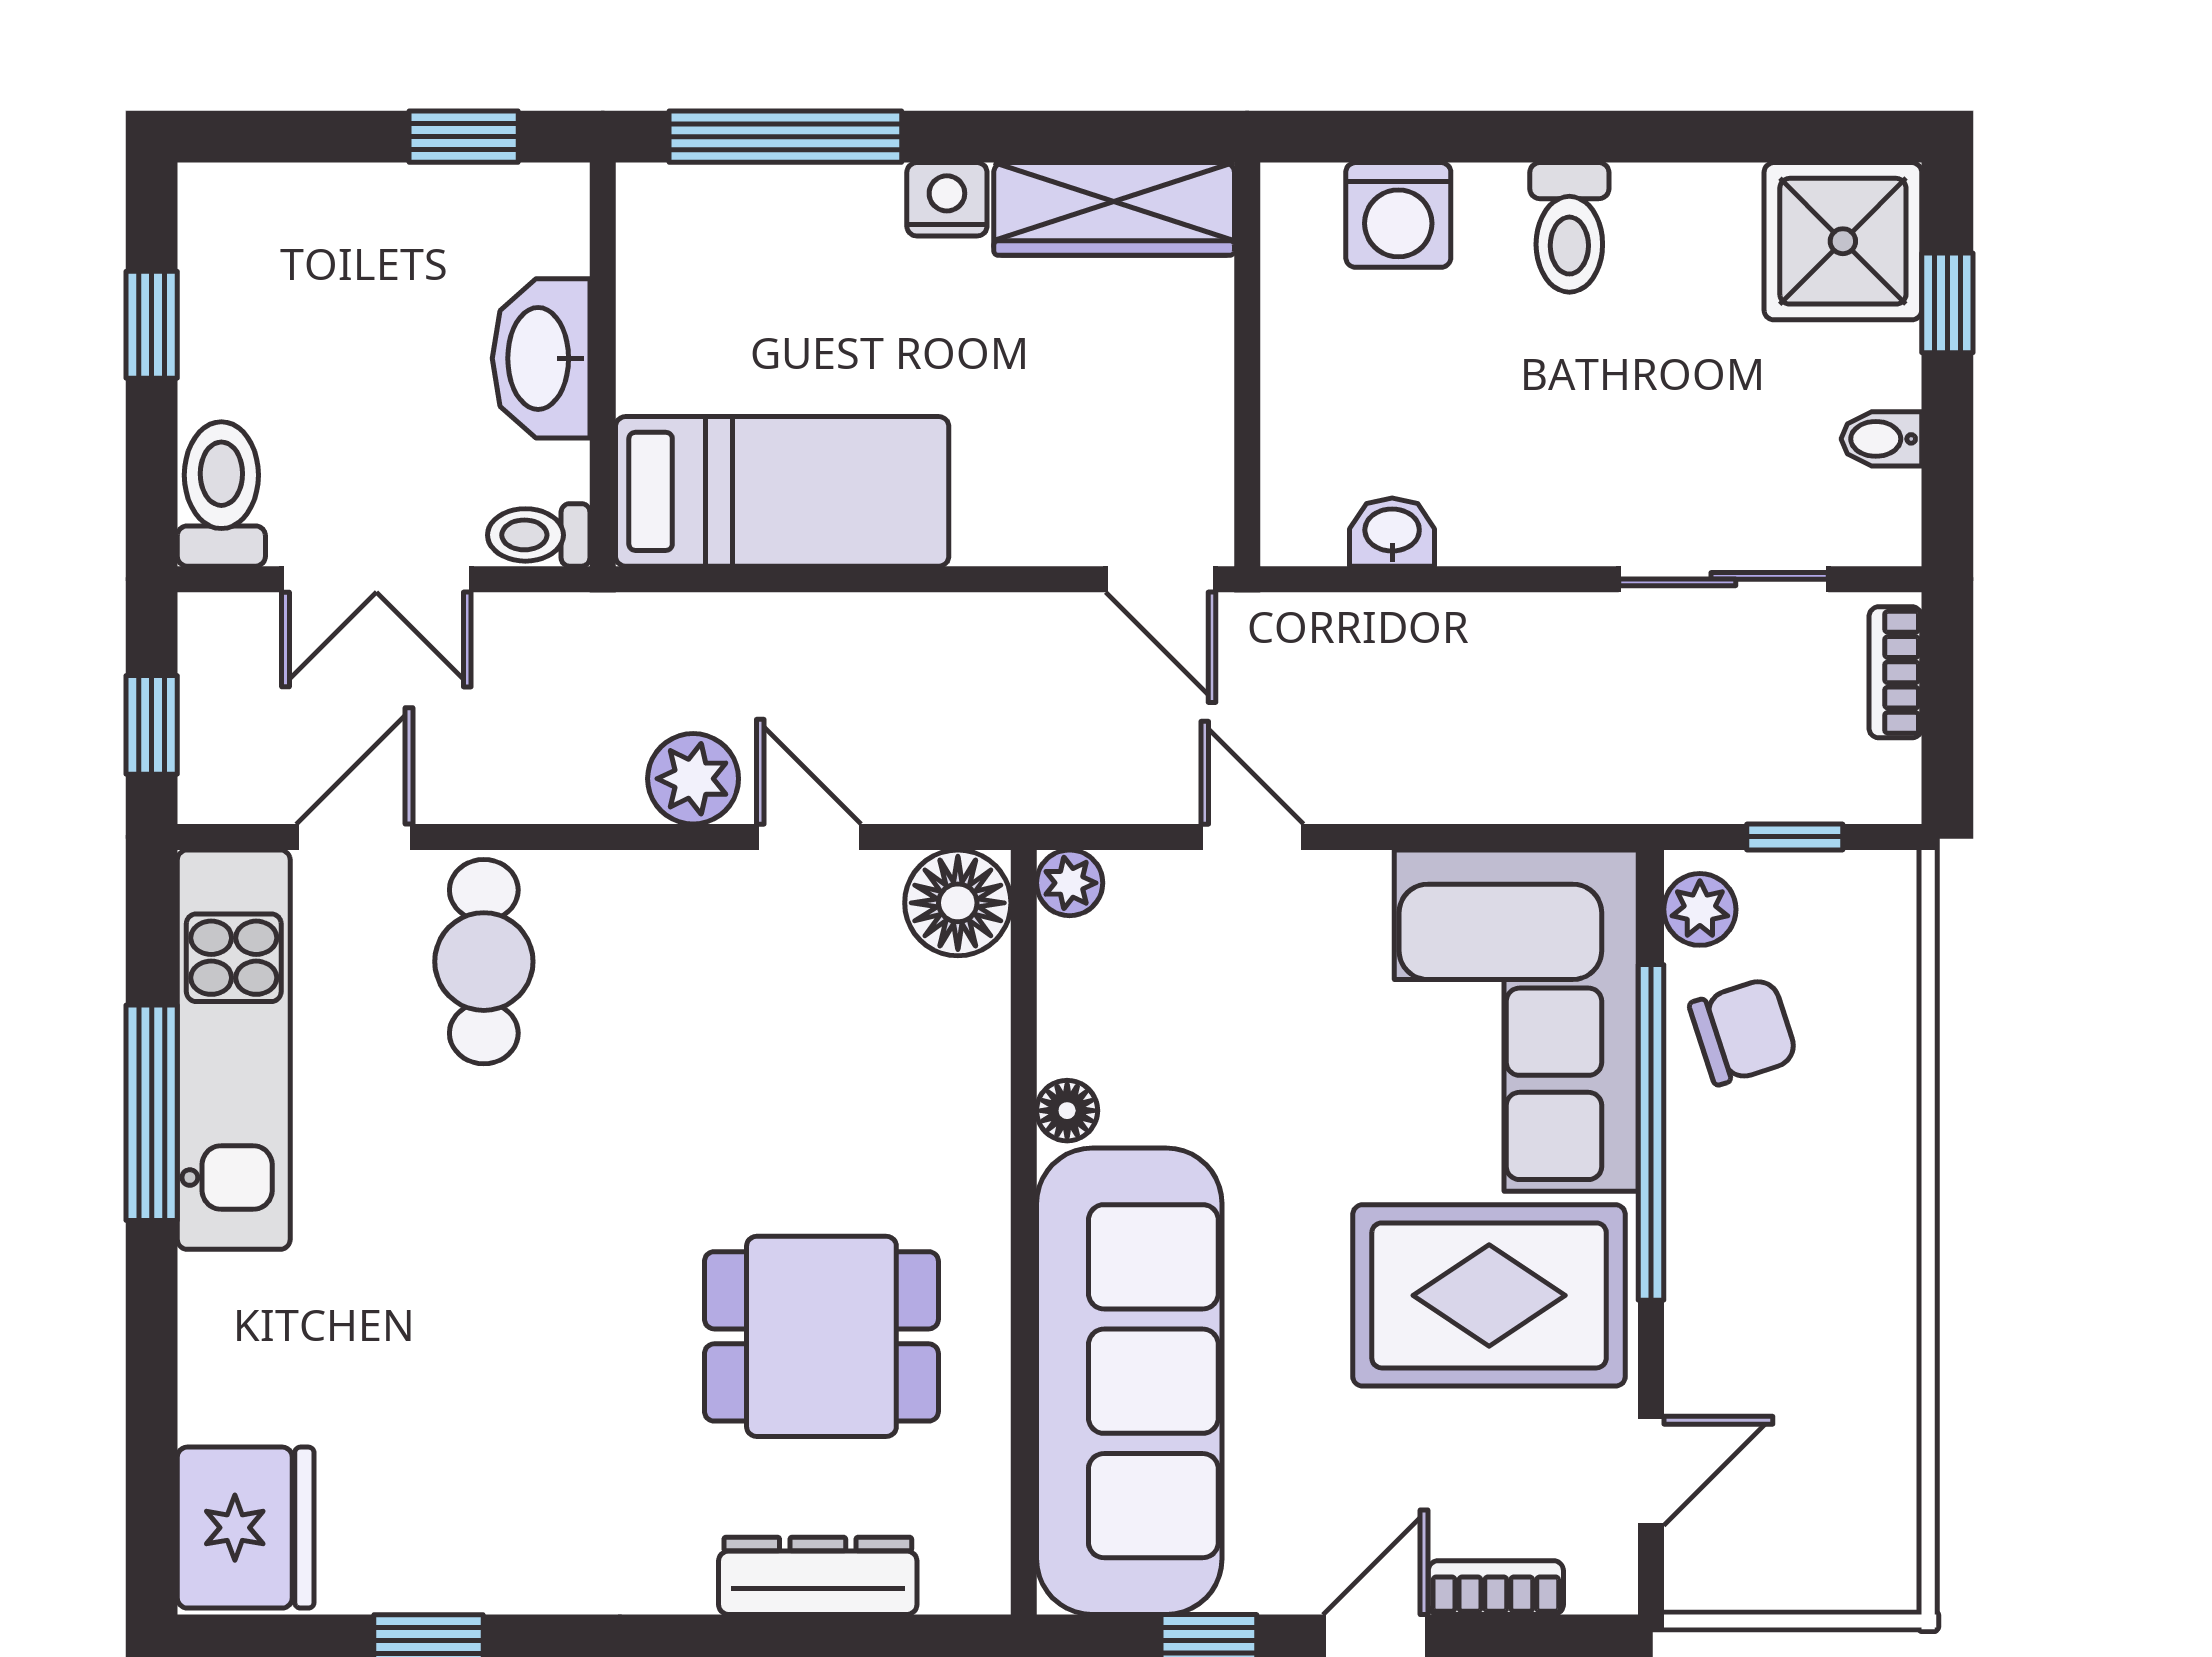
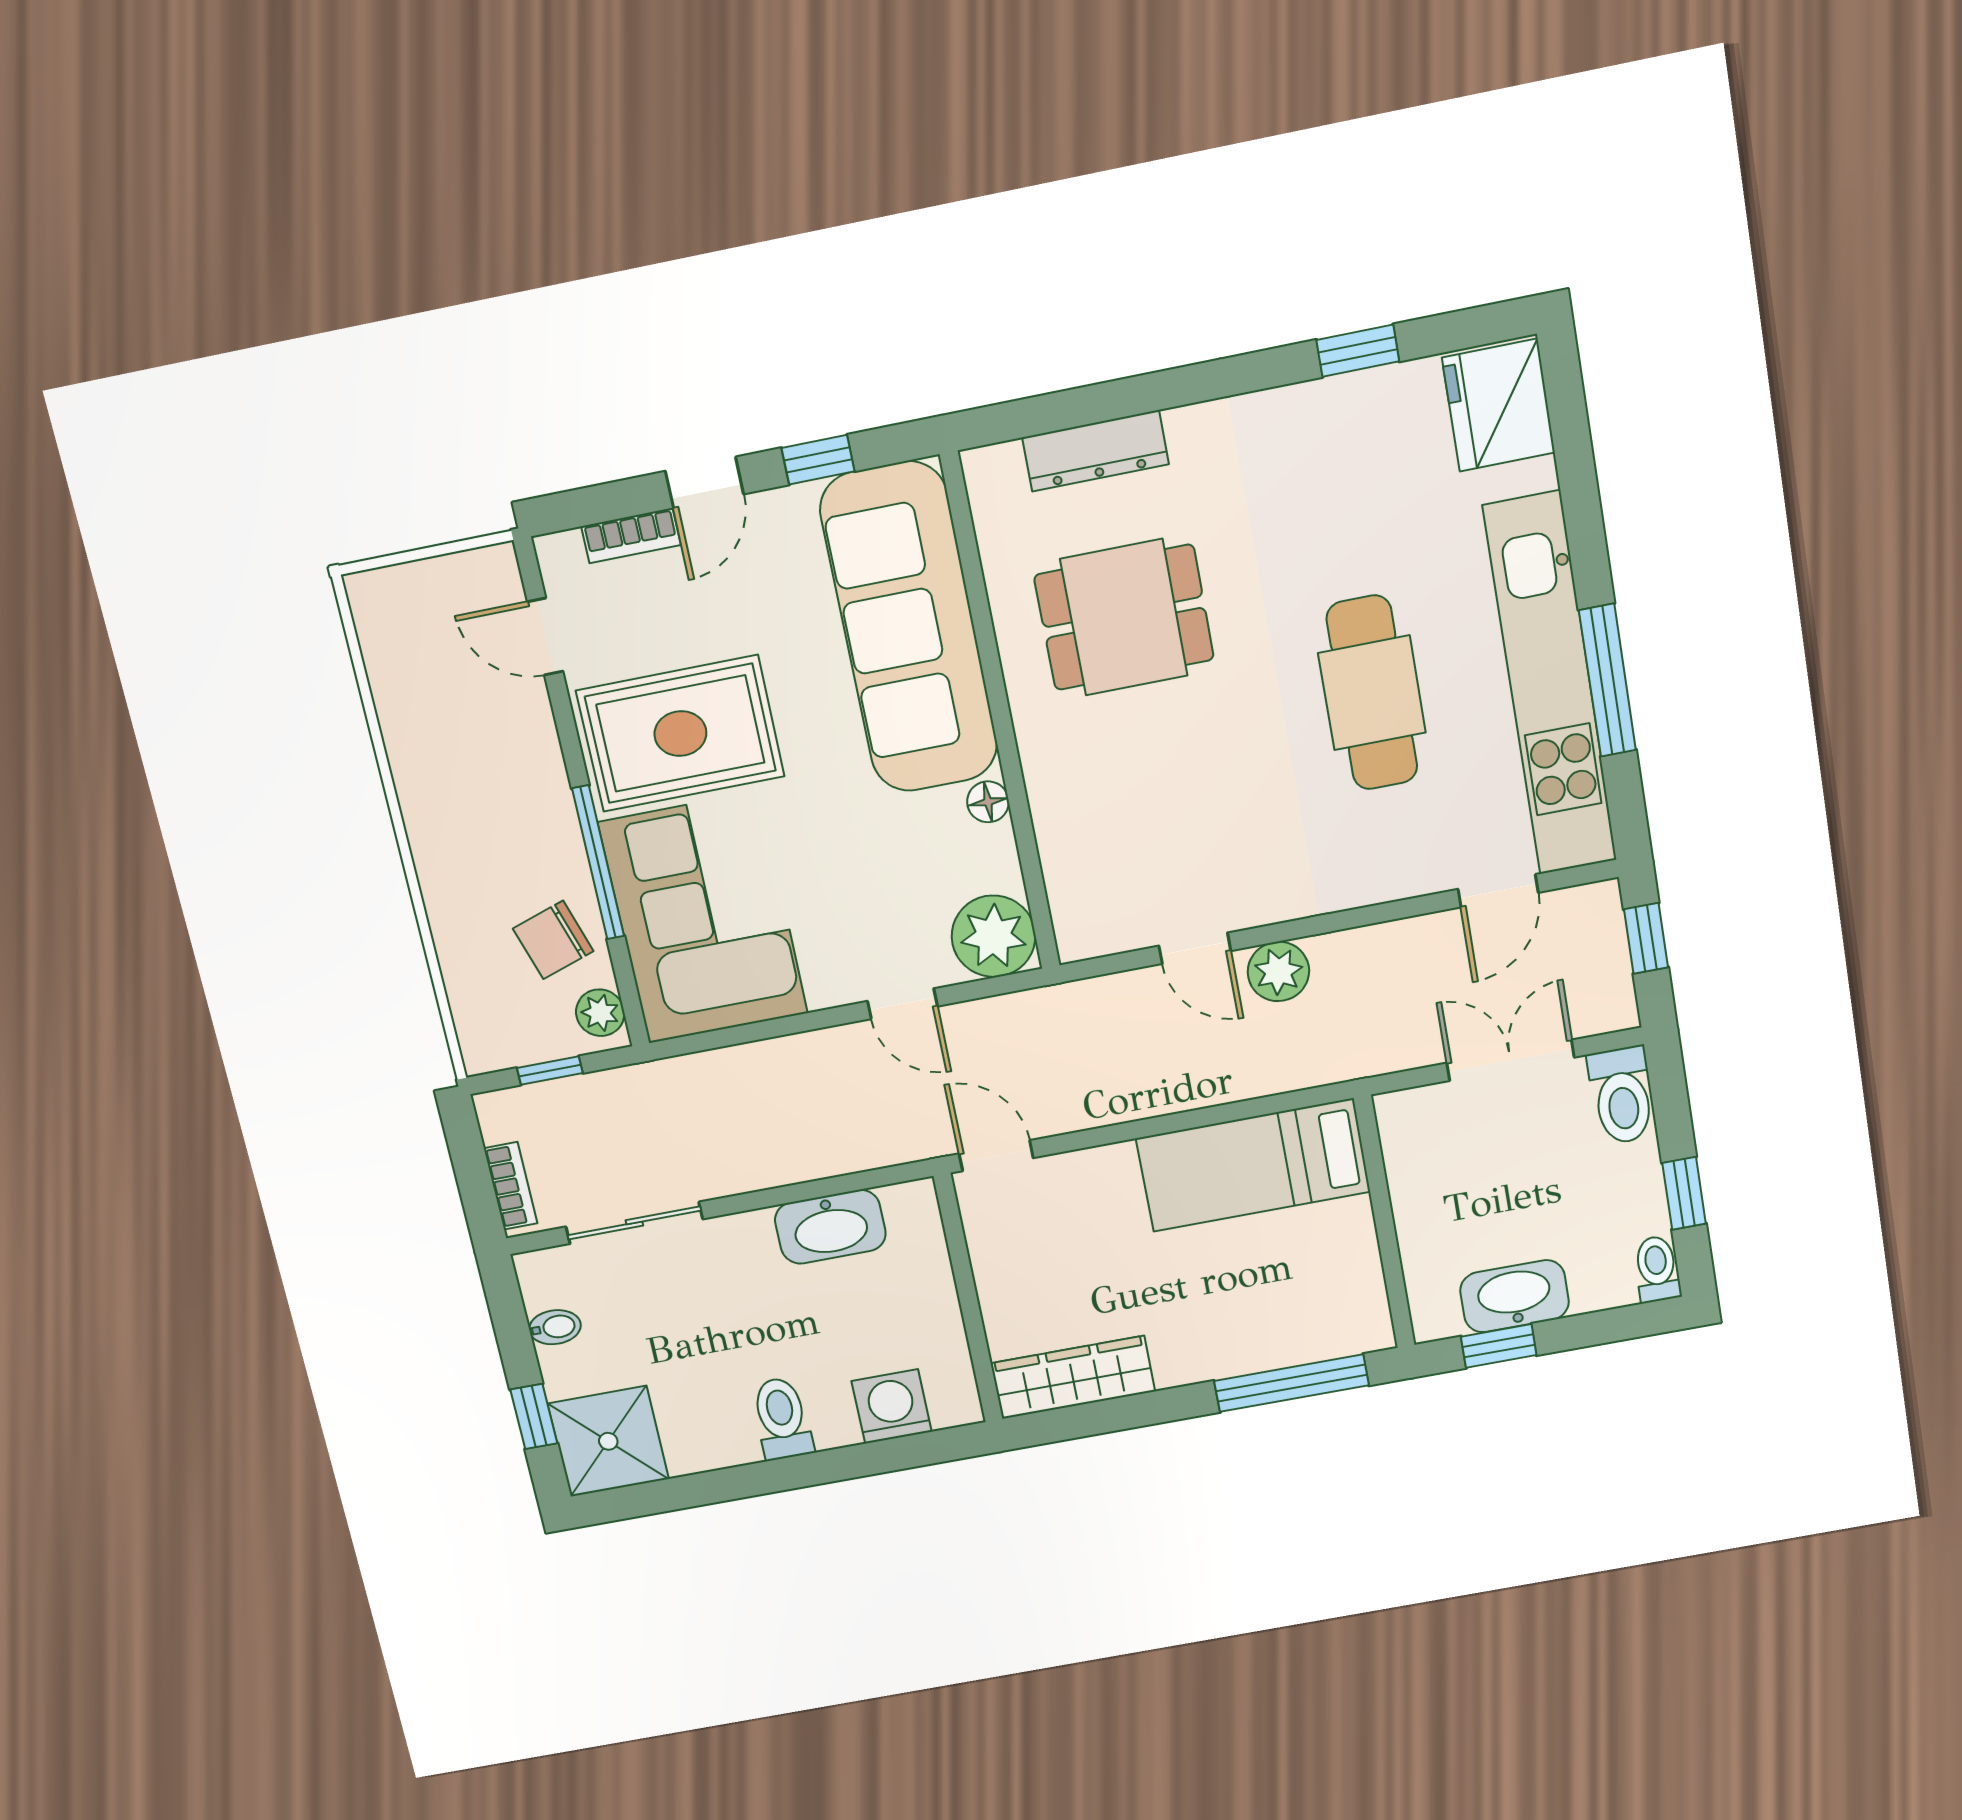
nightstand: (947, 199) -> (1181, 1364), removed
washbasin: (541, 358) -> (1514, 1296), moved, turned -90
washbasin: (1392, 532) -> (830, 1227), width x1.91, depth x1.45
toilet: (539, 535) -> (1657, 1269), moved, turned -90
plant: (1070, 883) -> (993, 936), width x1.87, depth x1.87
floor lamp: (958, 903) -> (1088, 924), removed
cafe table: (484, 962) -> (1372, 693), moved, width x1.37, depth x1.35
kitchen unit: (234, 1050) -> (1550, 685), width x1.36
window: (1651, 1132) -> (598, 862), width x0.68
door: (1651, 1471) -> (545, 637), hinge flipped

